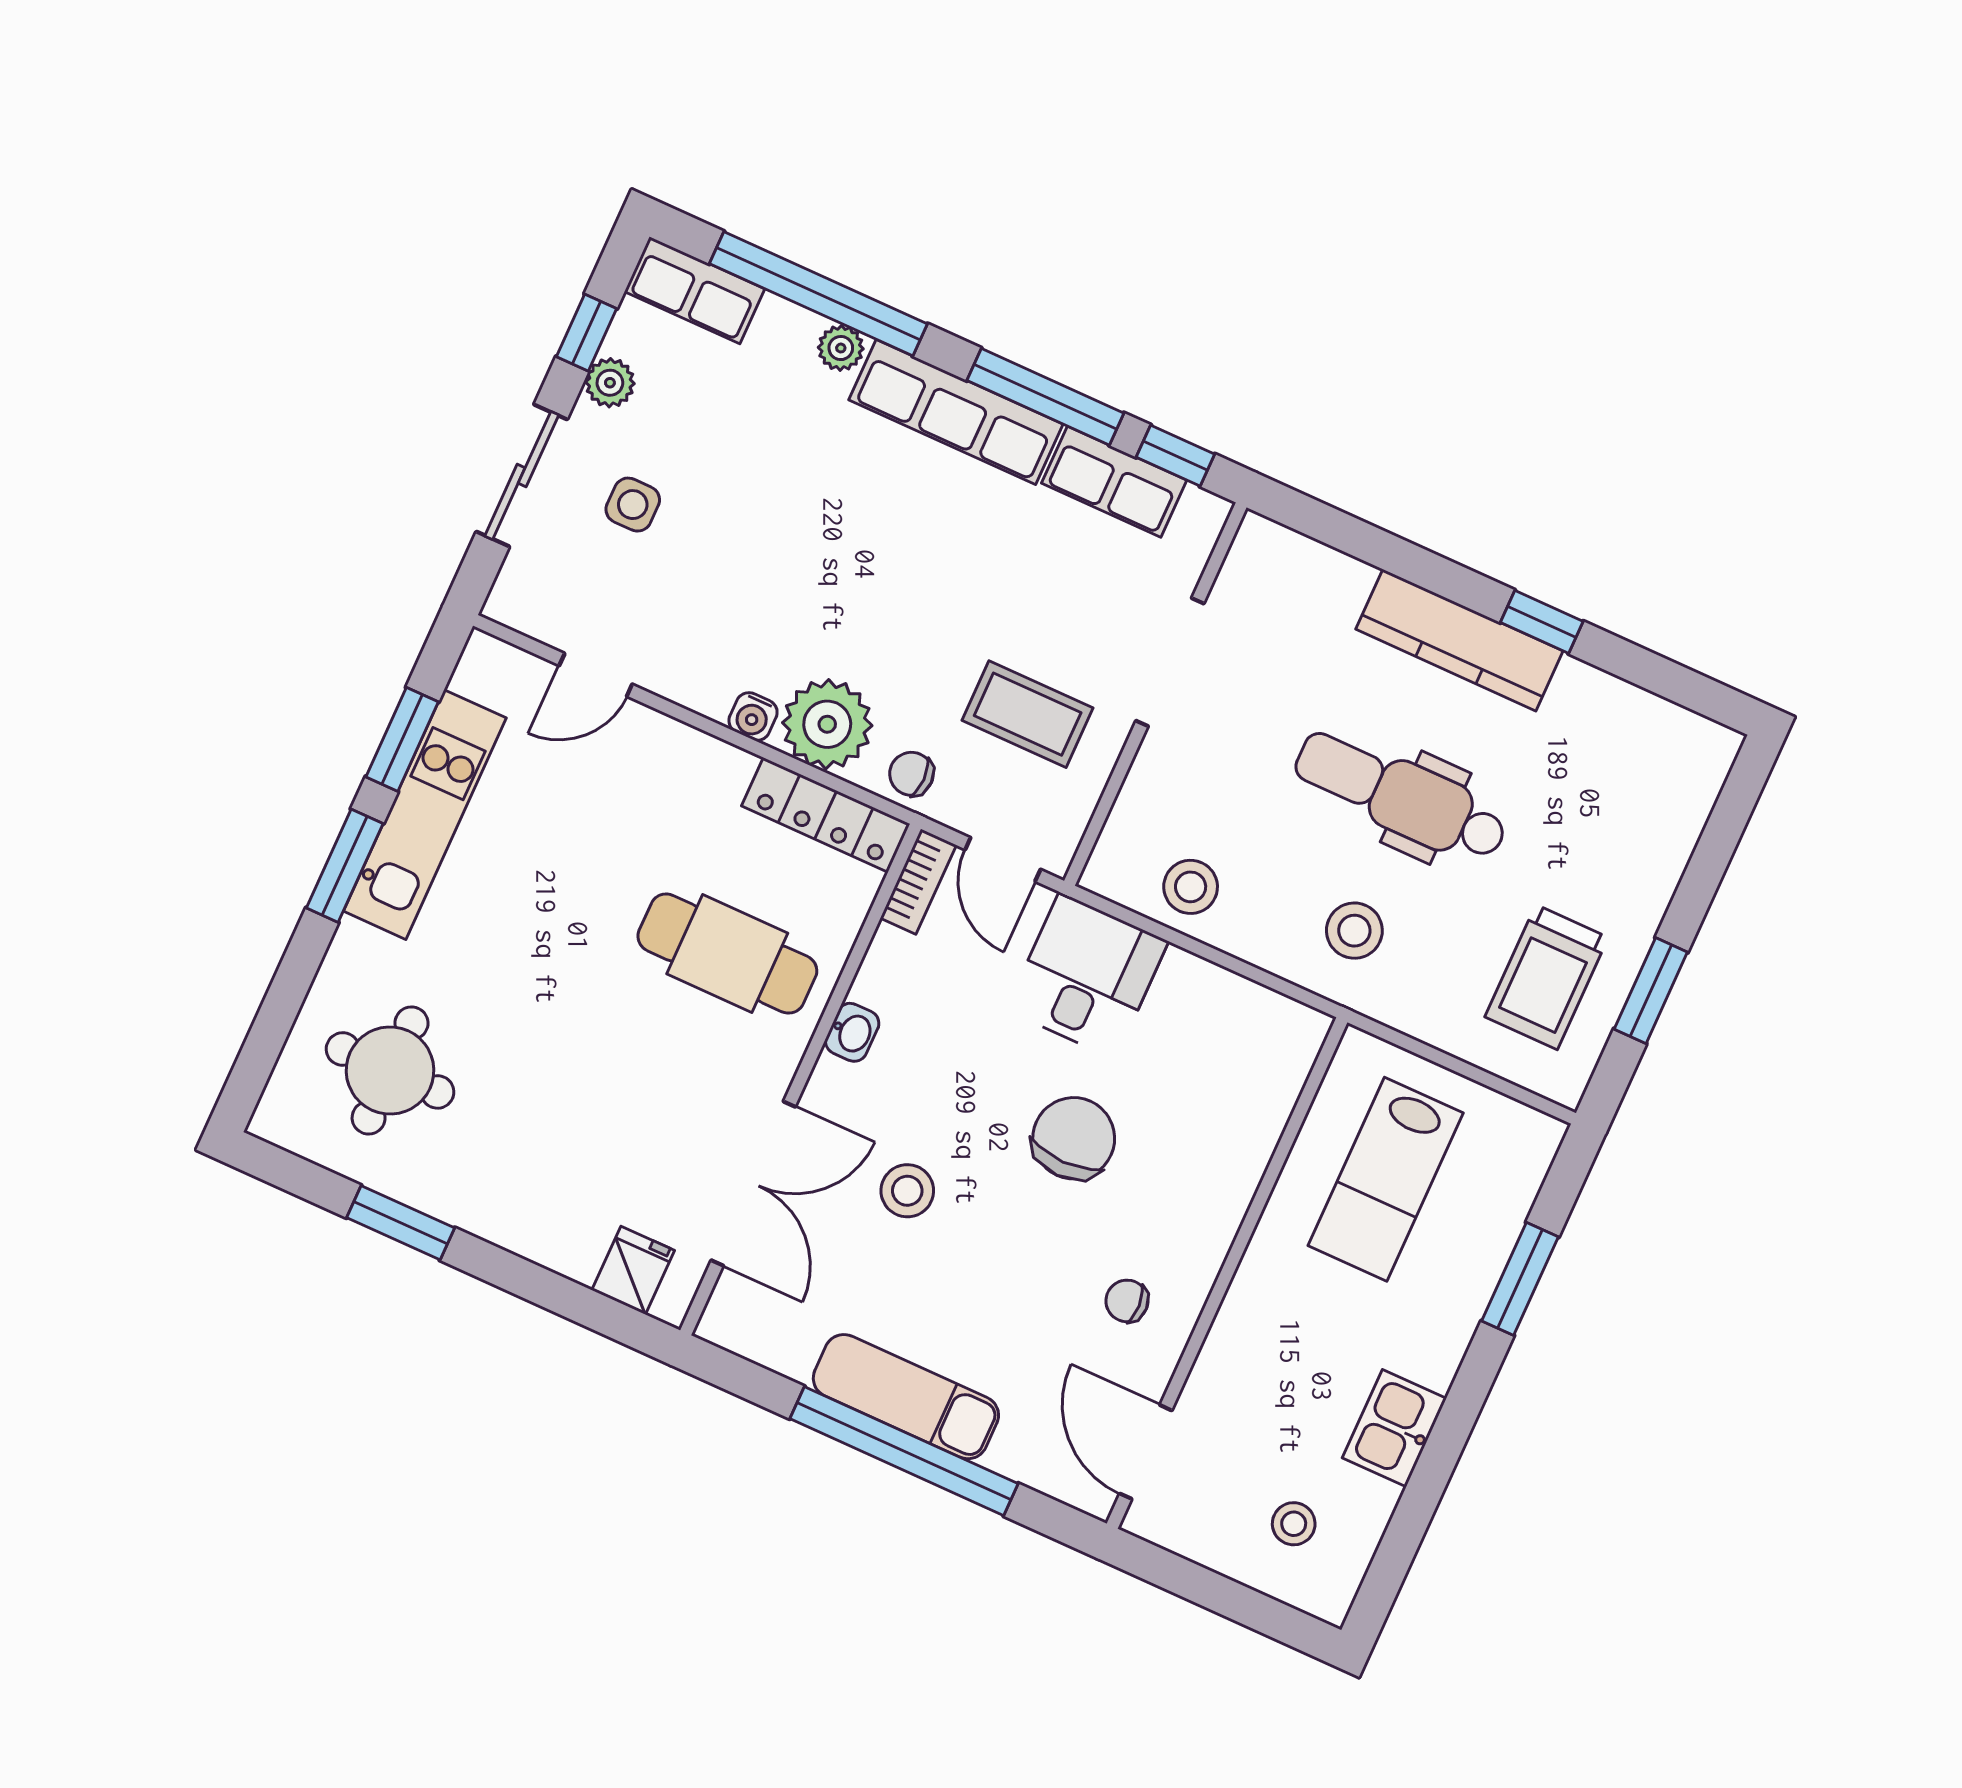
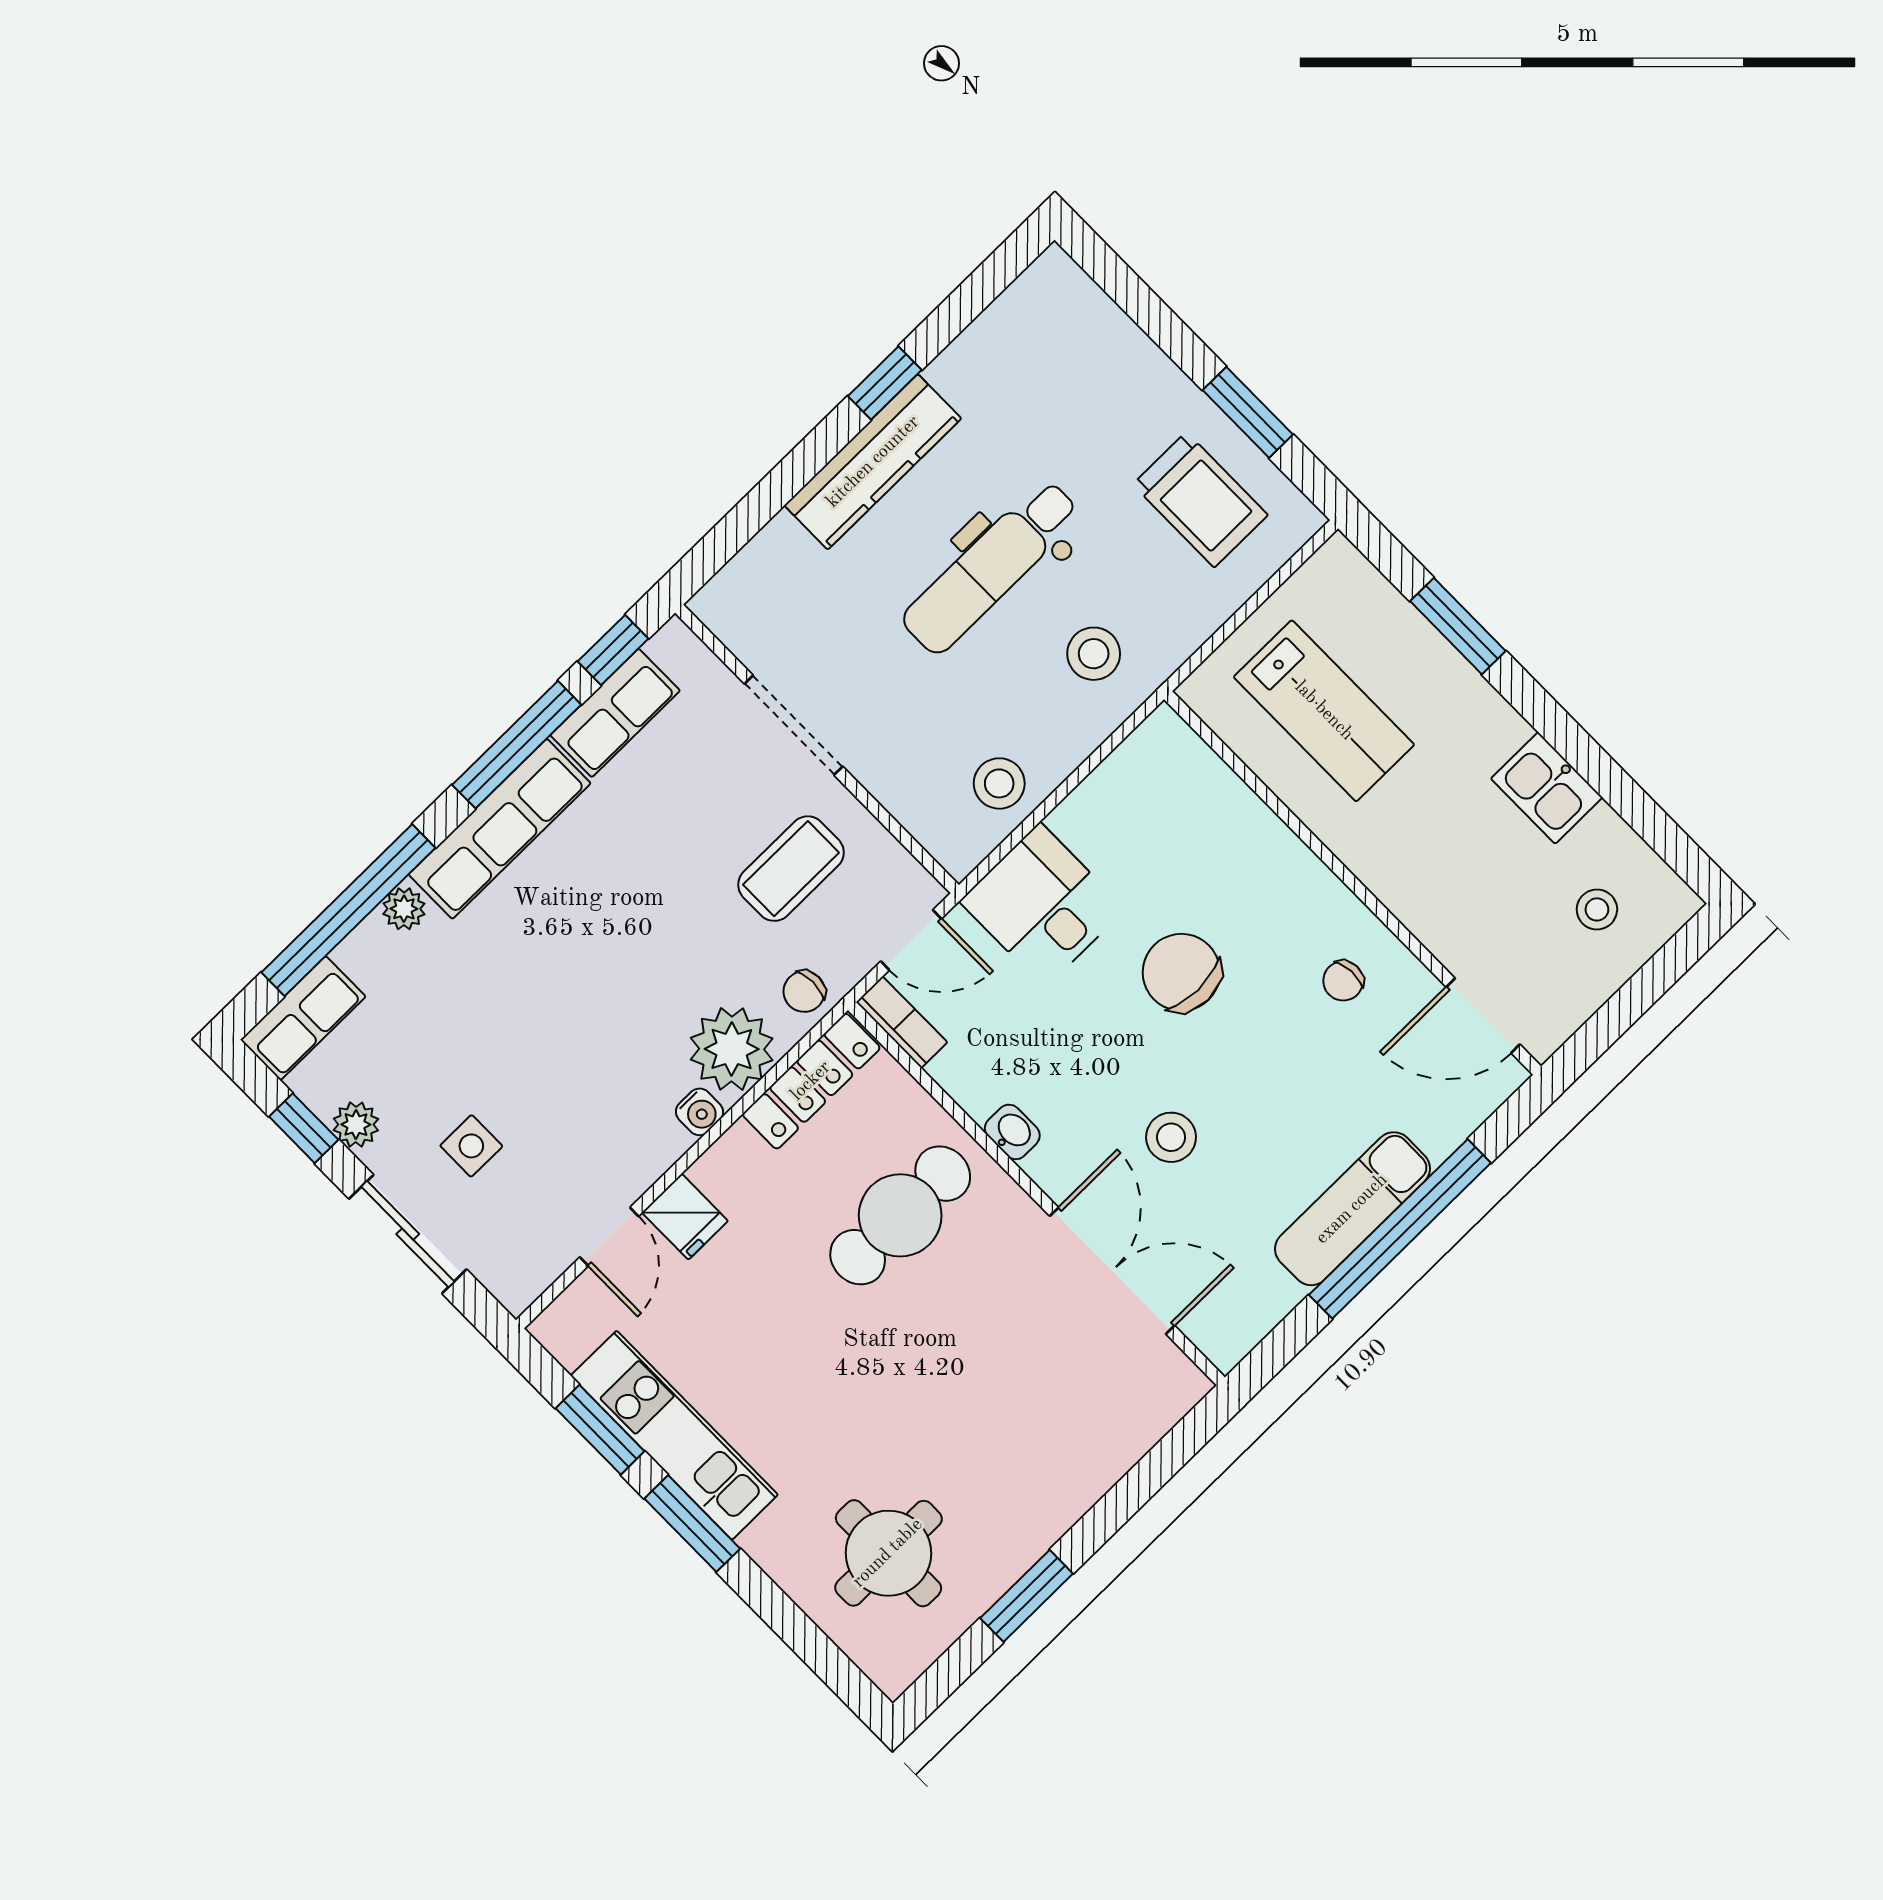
fridge: (633, 1270) -> (685, 1217), moved, turned 180

